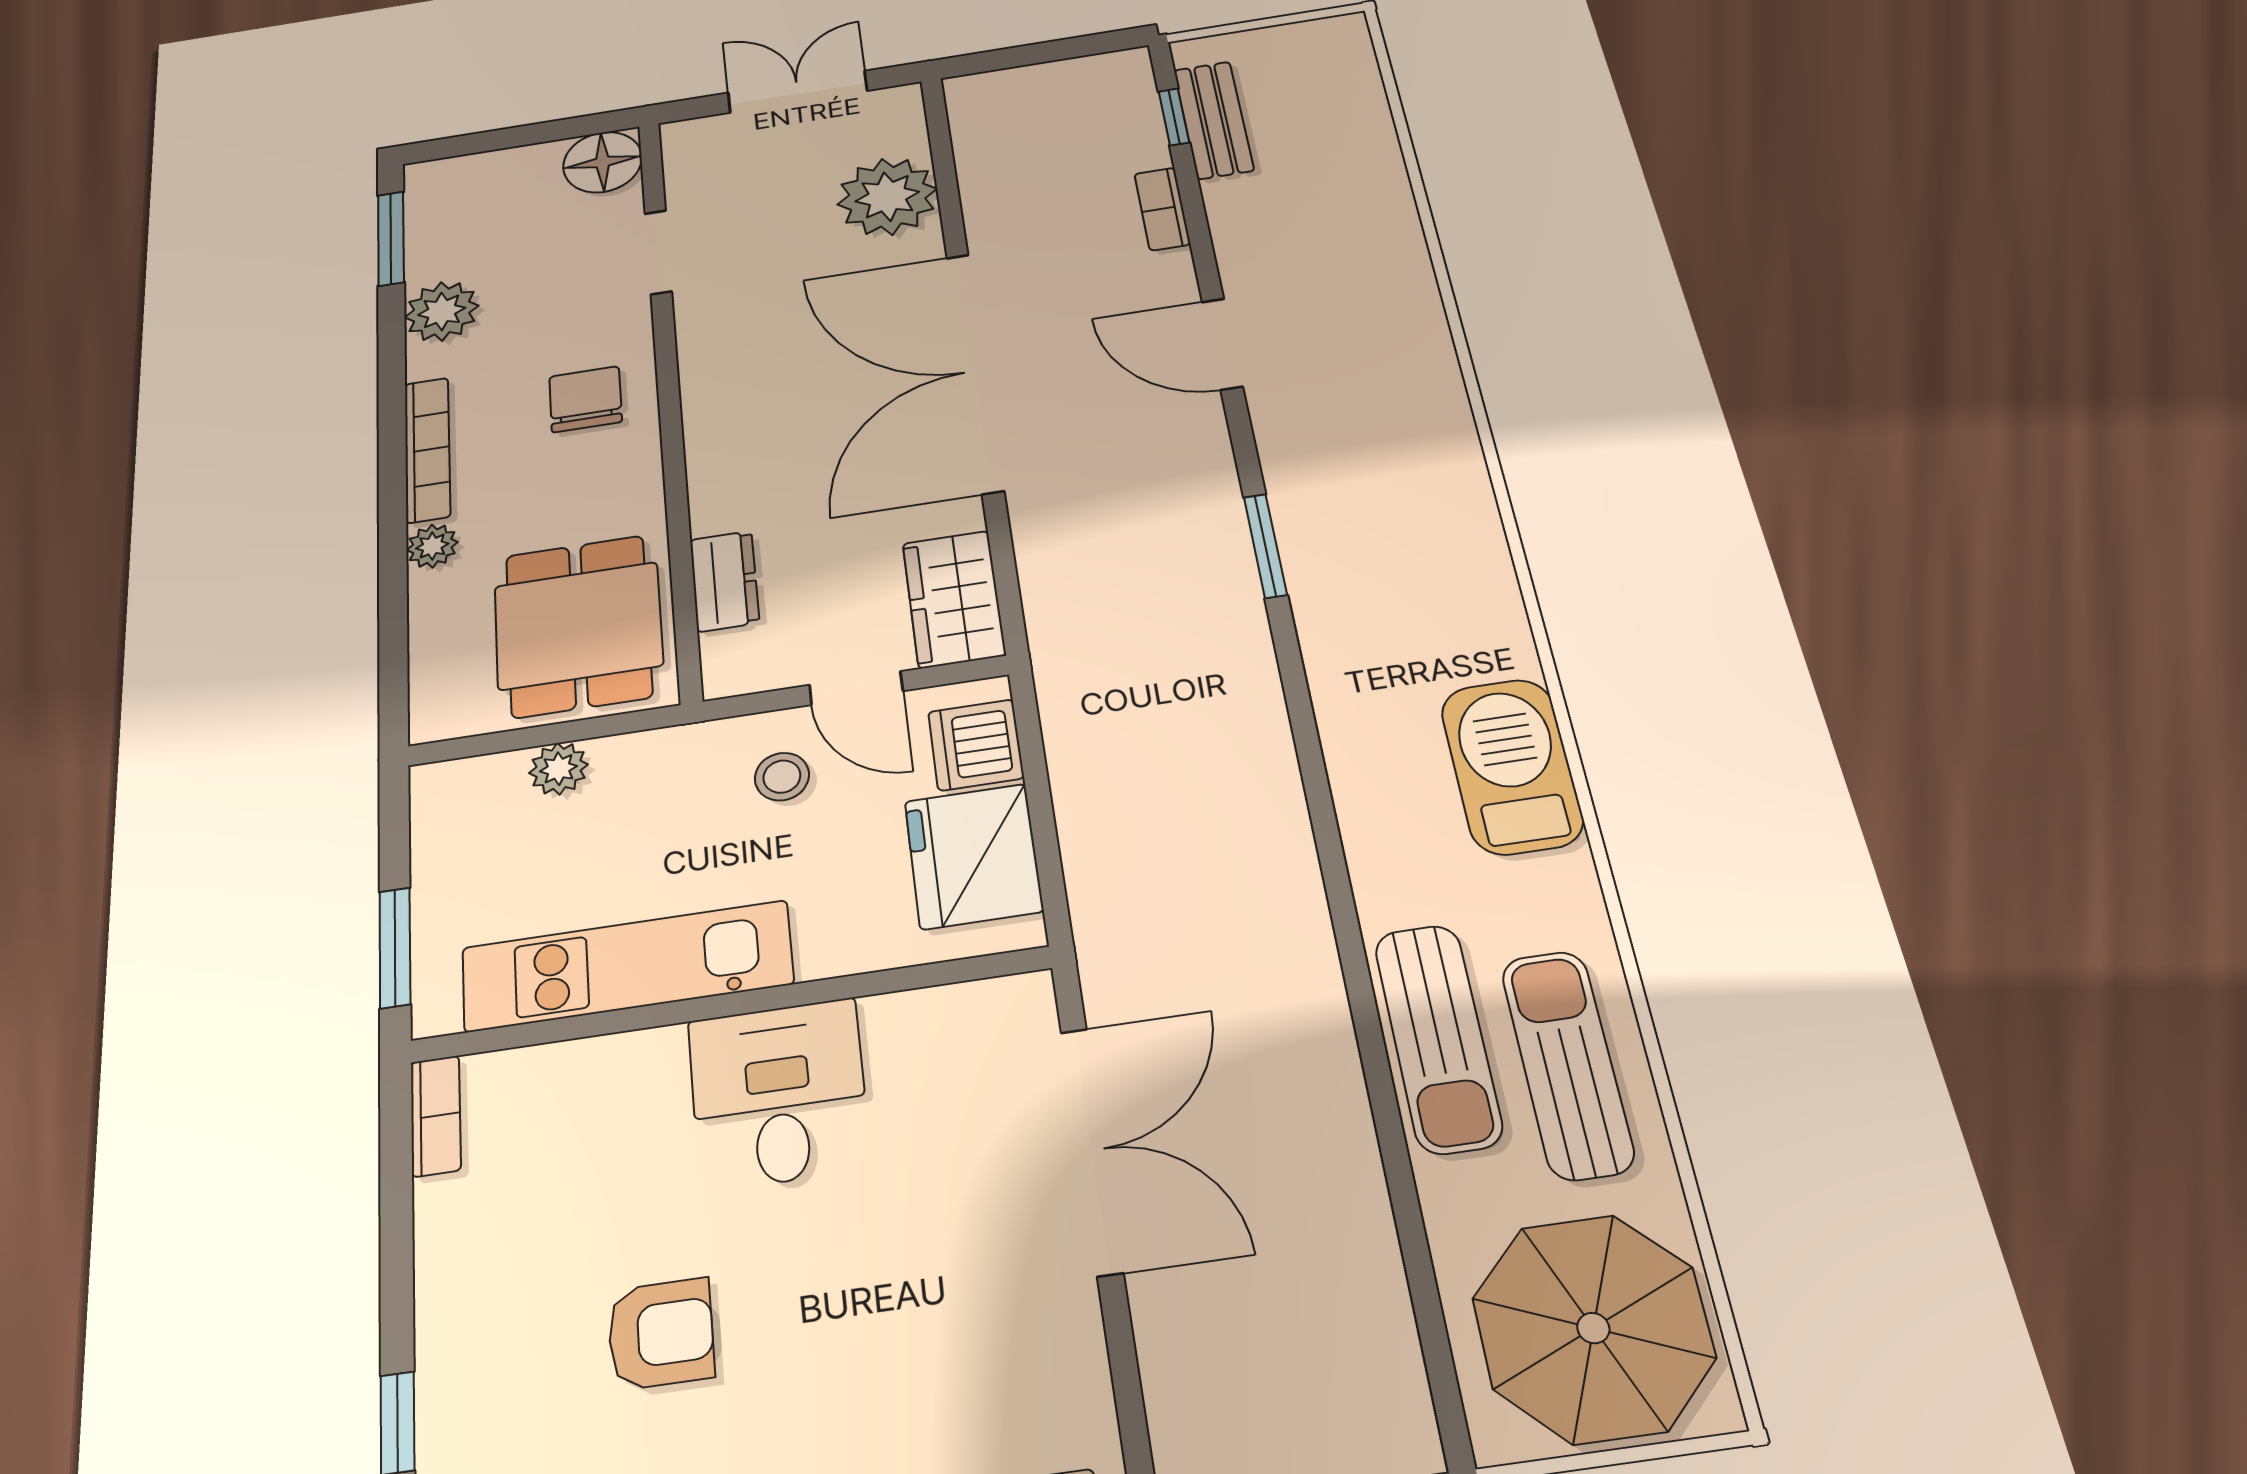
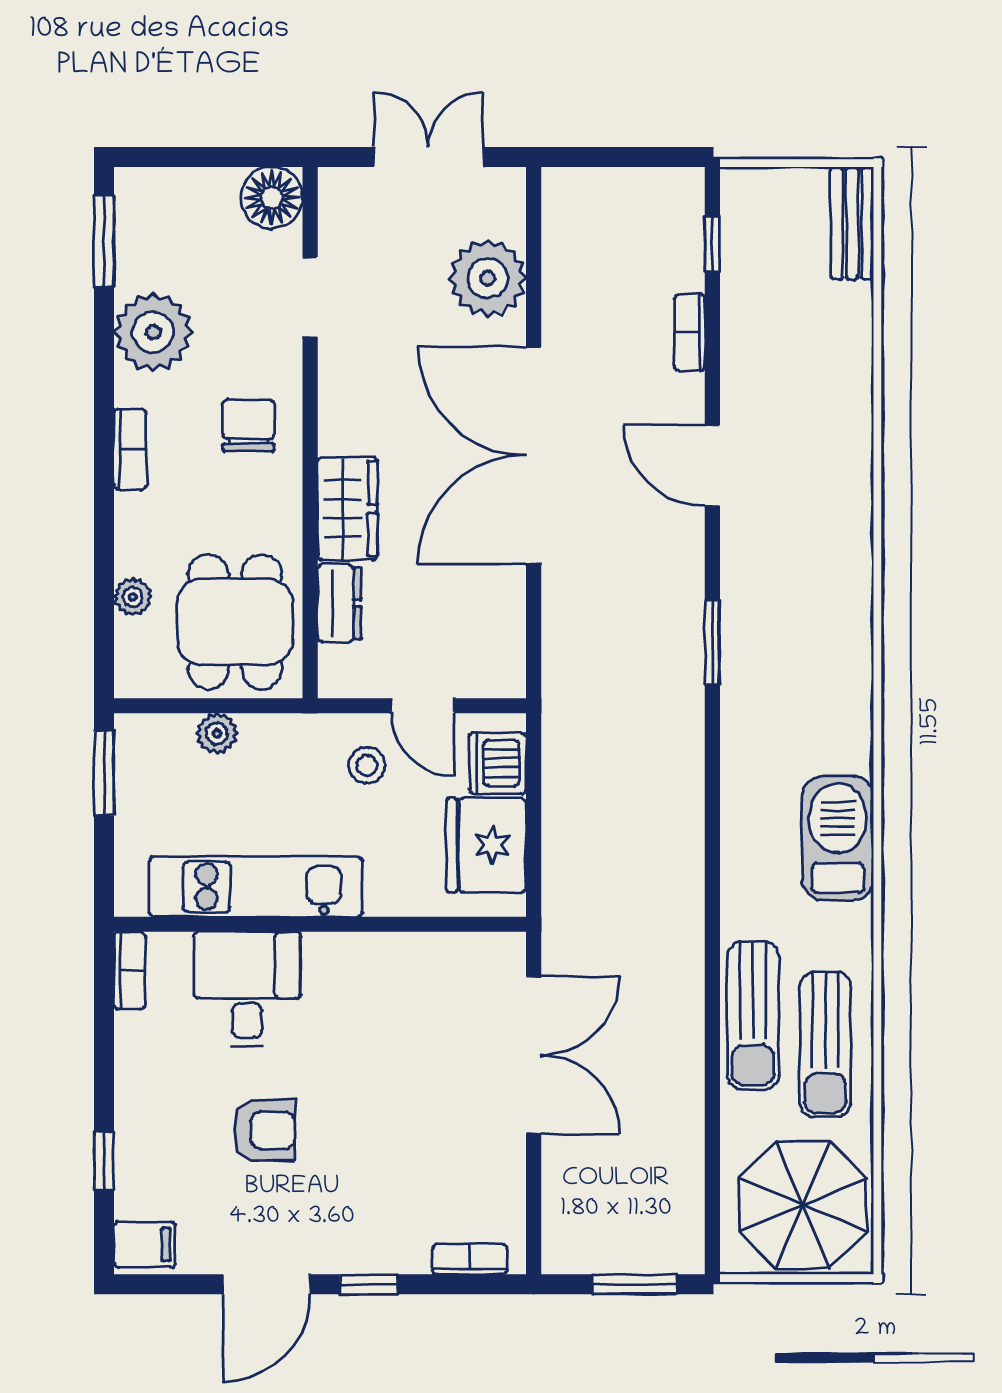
bench: (1214, 120) -> (852, 223), moved
plant: (442, 311) -> (153, 332), width x1.36, depth x1.36
bookcase: (427, 450) -> (130, 449), width x0.64
plant: (432, 546) -> (133, 597), moved
wardrobe: (954, 599) -> (347, 509), moved, turned 180
window: (395, 948) -> (104, 773), moved
sun lounger: (1567, 1064) -> (825, 1044), turned 180
desk: (779, 1094) -> (247, 989), moved

